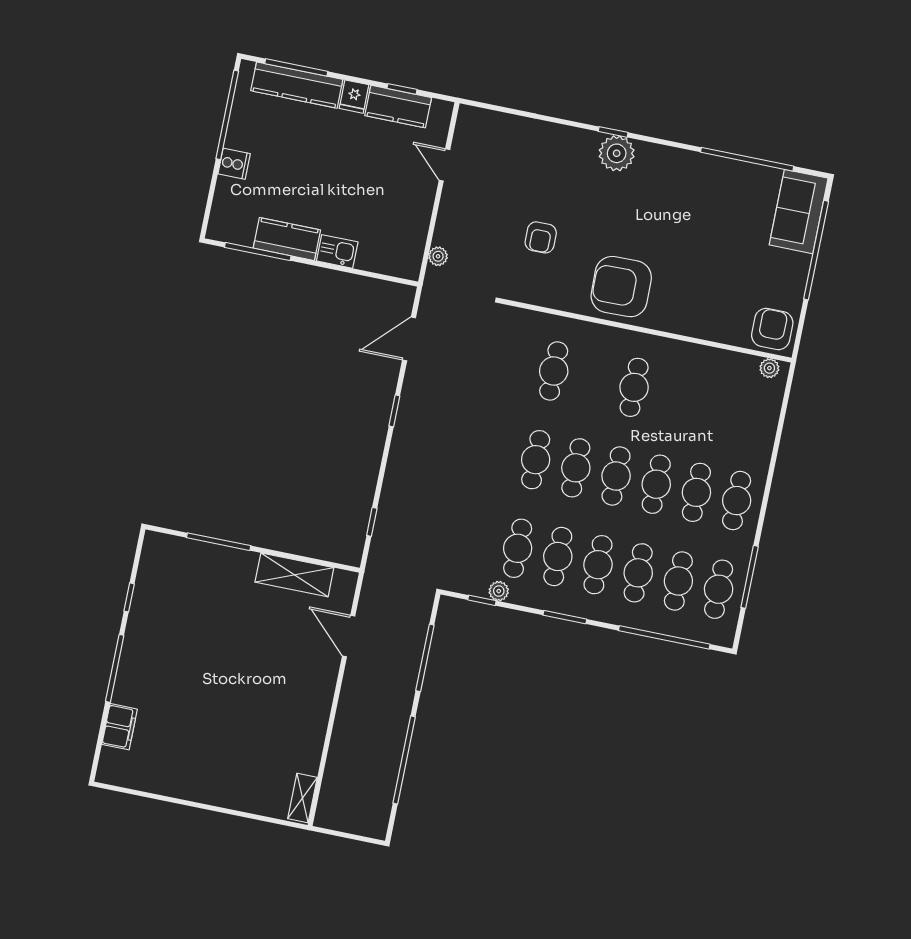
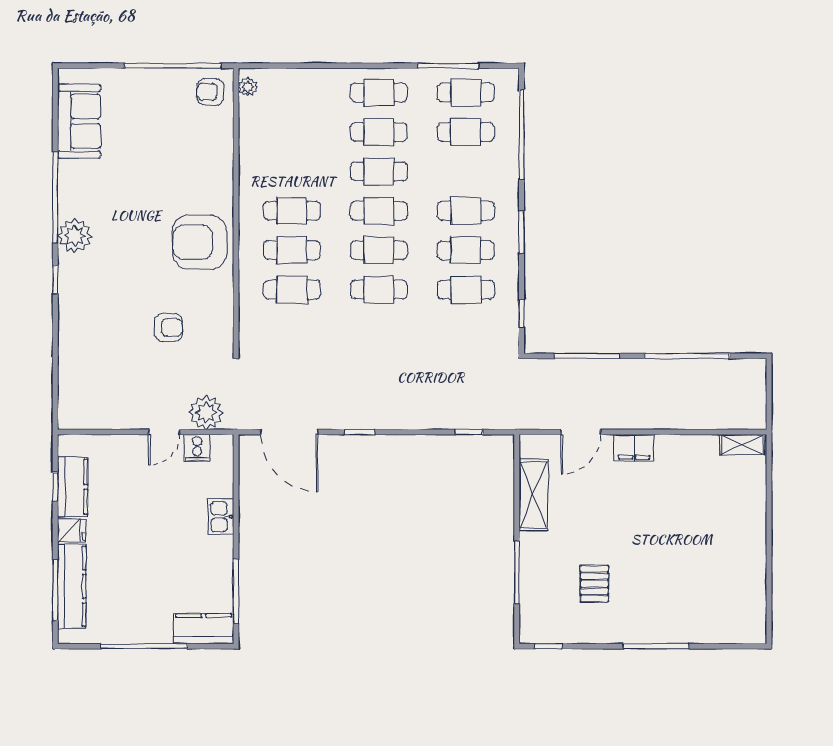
window: (227, 115) -> (144, 646), moved
plant: (617, 153) -> (75, 236), moved
window: (747, 159) -> (55, 197), moved
cooker: (234, 164) -> (197, 448), moved, turned 180
door: (444, 165) -> (164, 432), moved
sofa: (799, 212) -> (79, 121), moved, turned -90
kitchen counter: (287, 239) -> (204, 629), moved, turned 90
window: (816, 250) -> (173, 66), moved
plant: (438, 256) -> (206, 413), width x1.88, depth x1.88
armchair: (621, 287) -> (199, 242), turned 91
armchair: (772, 329) -> (210, 92), width x0.72, depth x0.72
door: (409, 339) -> (289, 432), width x1.36
cafe table: (638, 573) -> (292, 250), moved
plant: (499, 591) -> (510, 299), removed
window: (129, 597) -> (548, 646), moved
pallet: (191, 618) -> (594, 584), added
filing cabinet: (120, 727) -> (634, 448), moved, turned 180

